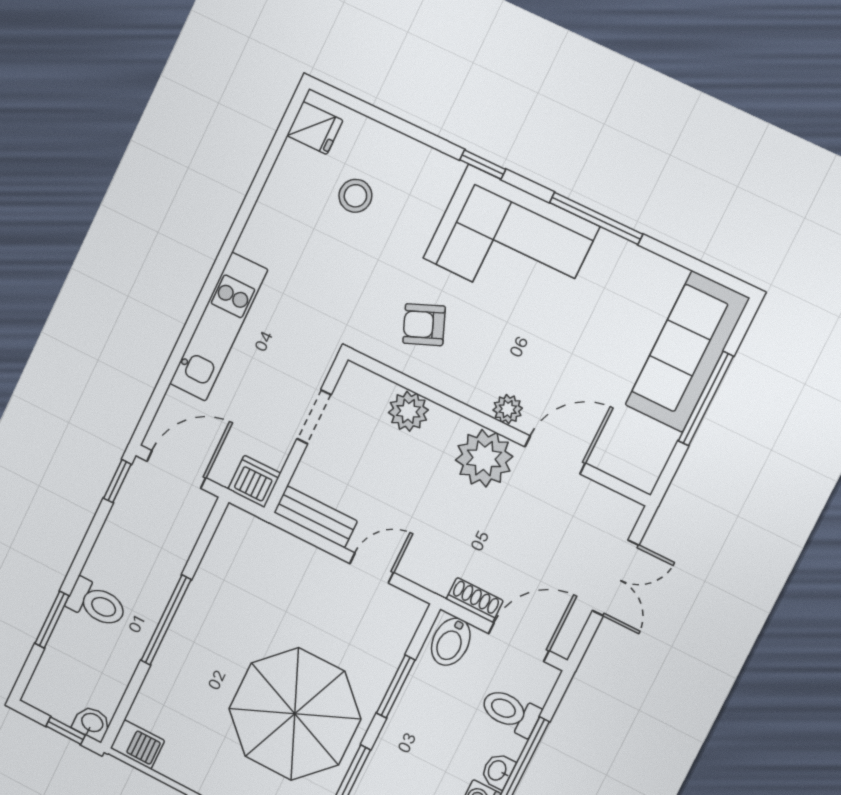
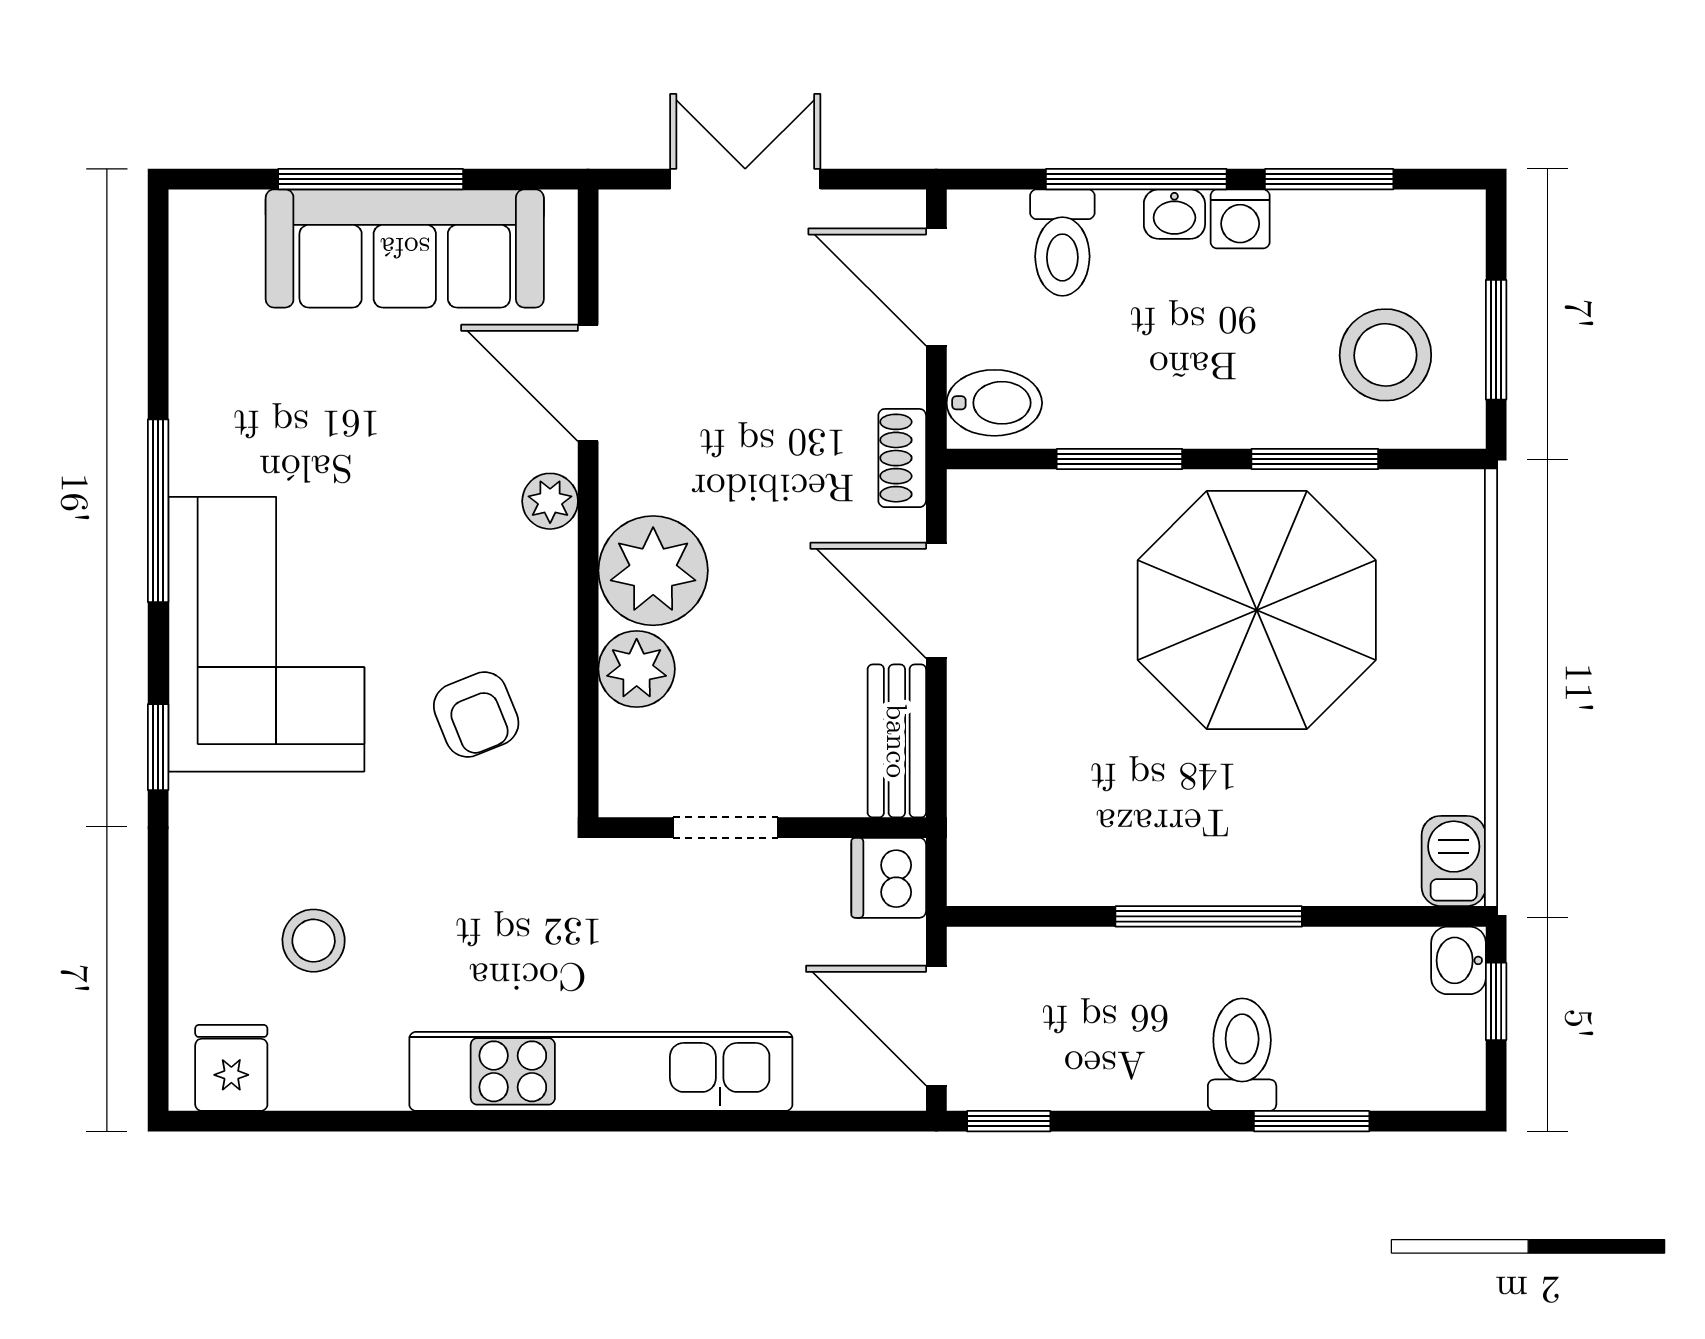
kitchen unit: (219, 327) -> (601, 1071), width x1.36
sofa: (687, 352) -> (405, 248), moved
plant: (484, 458) -> (653, 571), moved
door: (372, 568) -> (936, 601), width x1.38
shoe rack: (475, 600) -> (902, 458), moved

